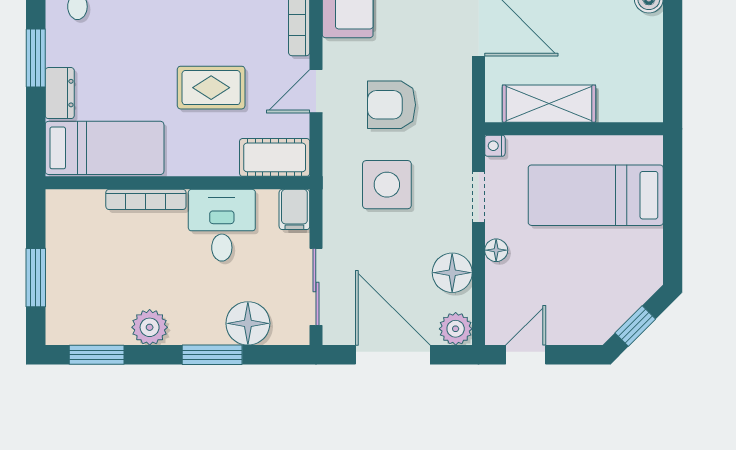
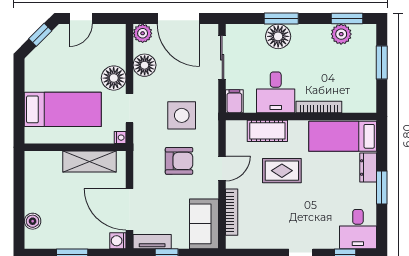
cot: (275, 157) -> (267, 131), moved
floor lamp: (496, 250) -> (114, 78), width x1.89, depth x1.89
floor lamp: (248, 323) -> (278, 36), moved
plant: (150, 327) -> (341, 34), moved
door: (526, 355) -> (81, 18), moved

